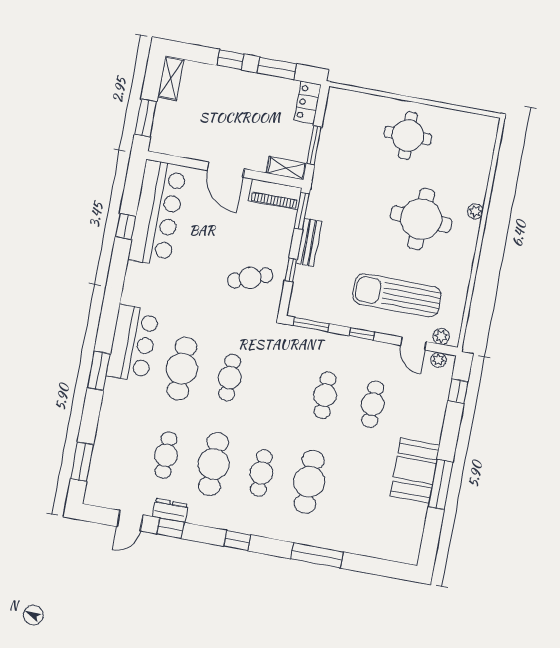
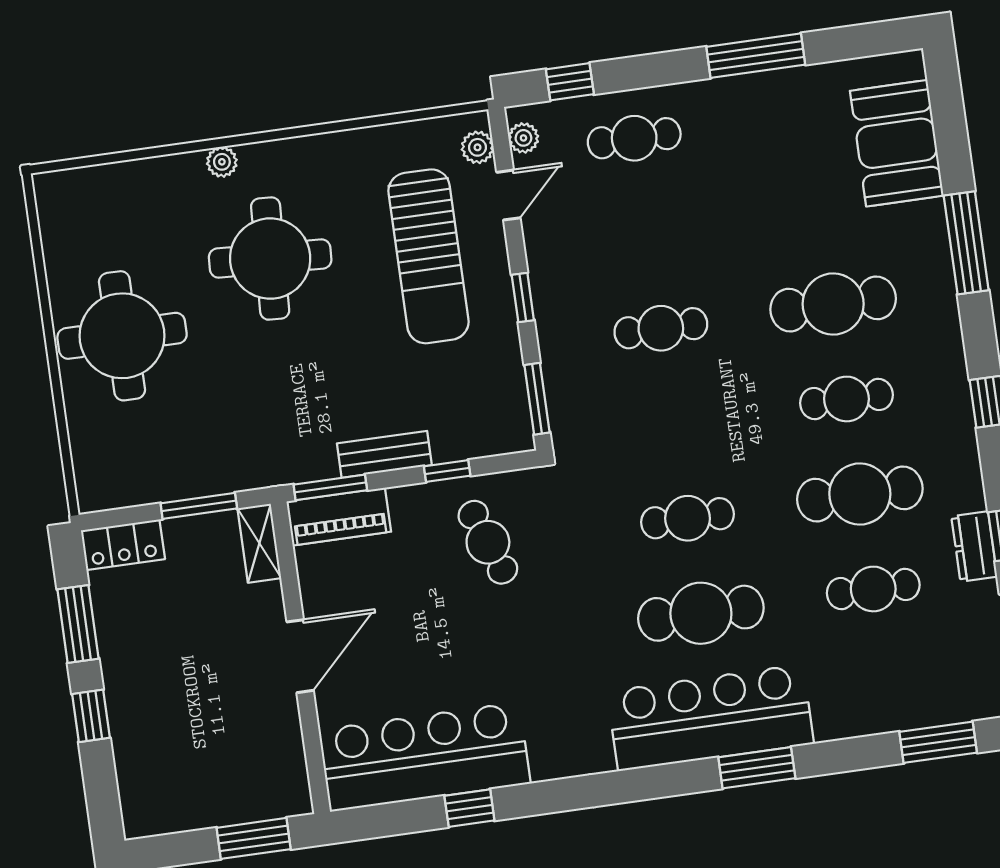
shelving: (171, 78) -> (163, 816), removed
round table: (408, 136) -> (122, 336), width x1.36, depth x1.36
piano: (275, 194) -> (339, 517), moved, turned 90
bar counter: (133, 343) -> (710, 718), width x1.36
cafe table: (373, 404) -> (634, 138), moved
booth: (415, 471) -> (897, 143), moved, turned 90

